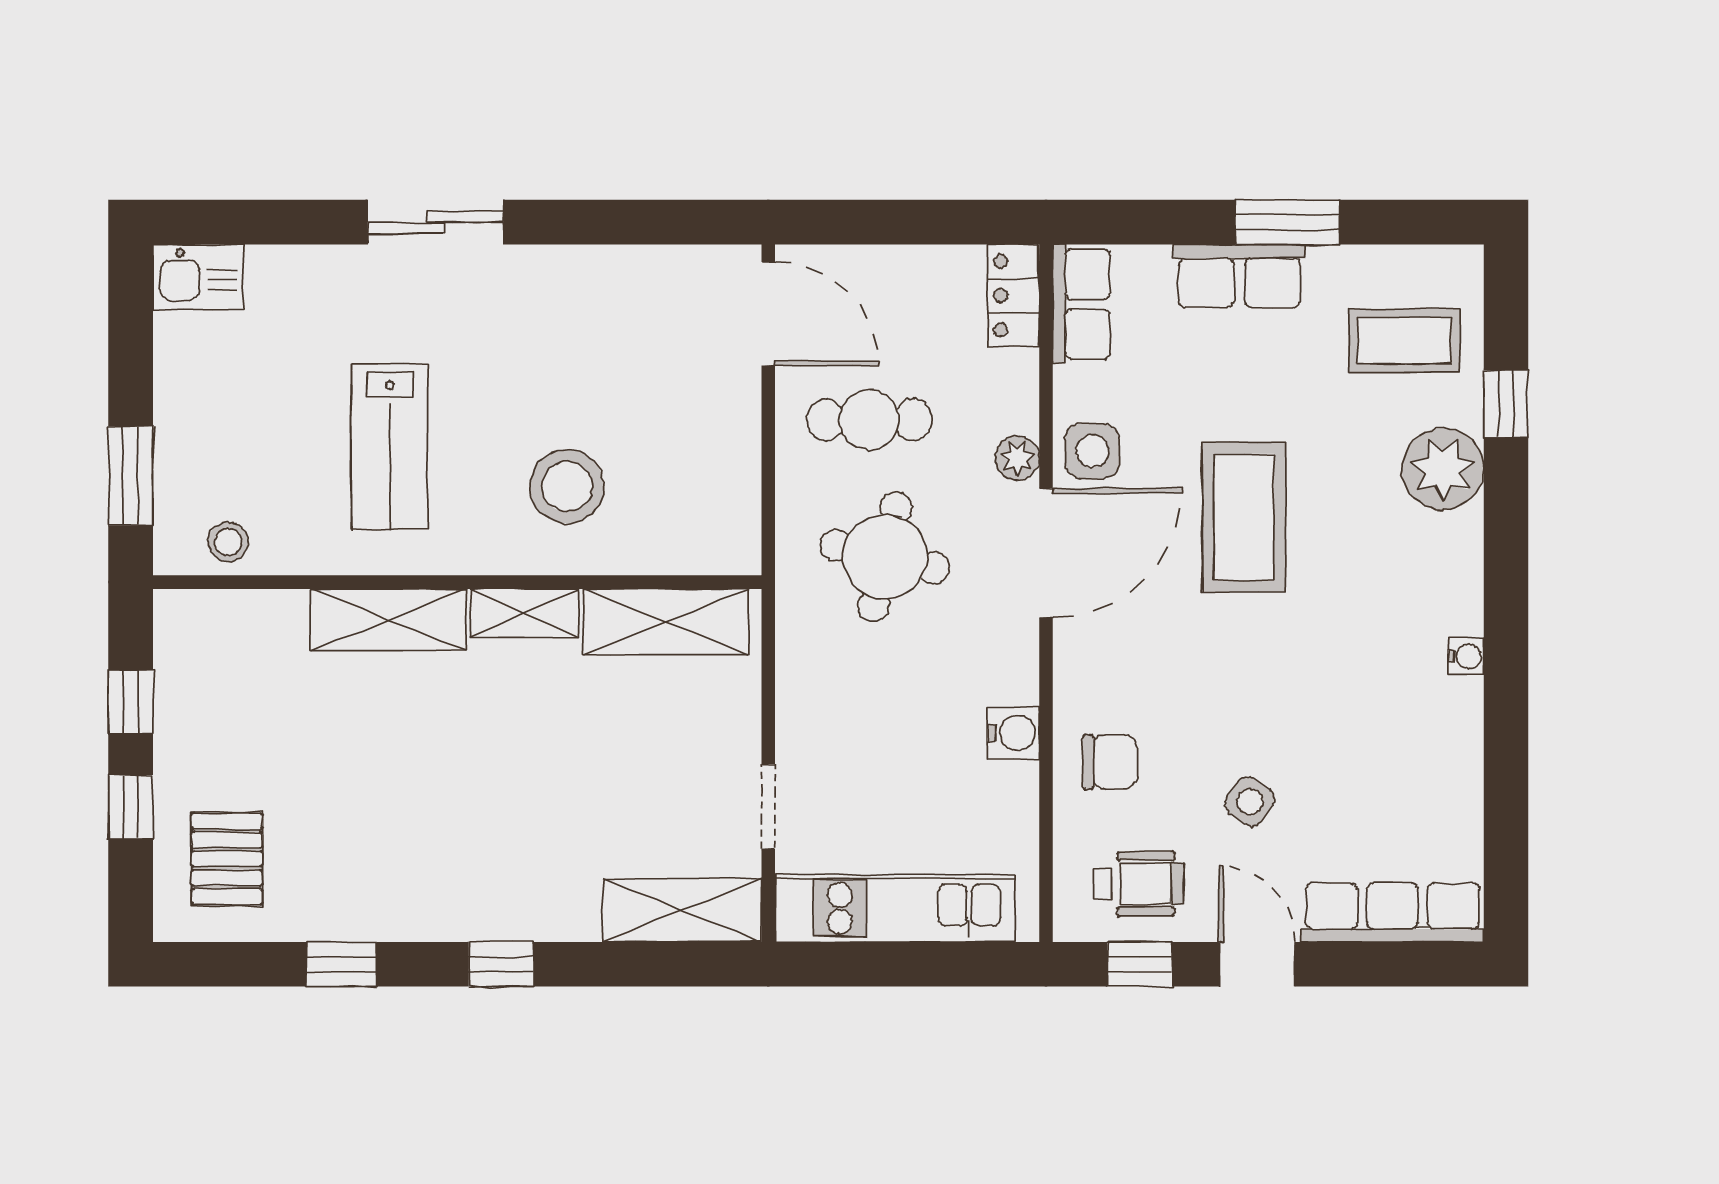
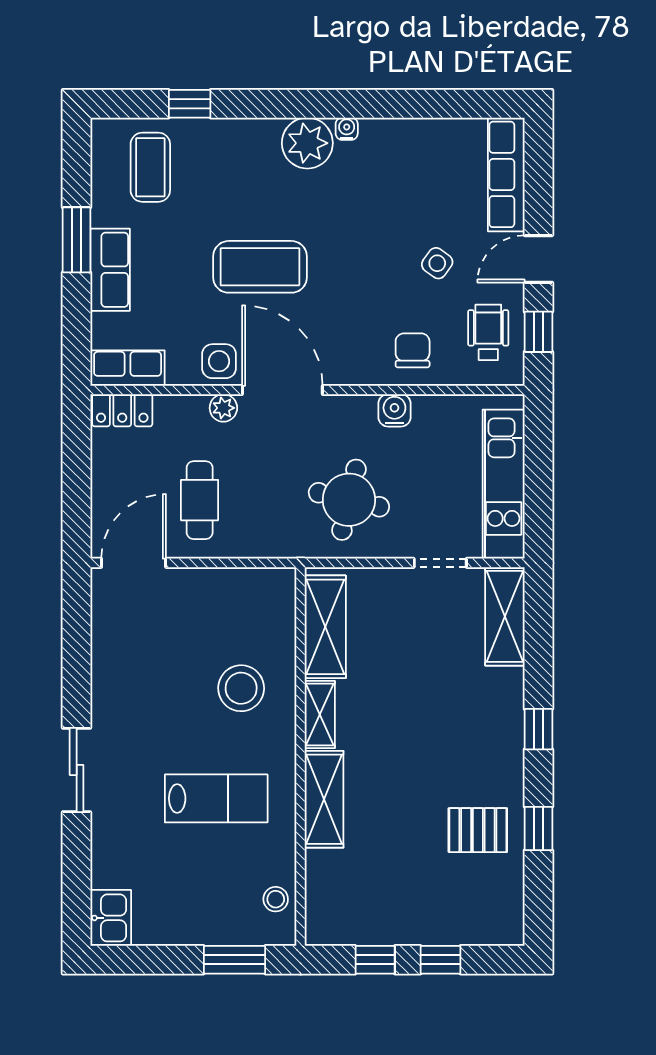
plant: (1443, 469) -> (307, 143), moved
round table: (885, 557) -> (349, 500), moved
pallet: (227, 859) -> (478, 830), moved

